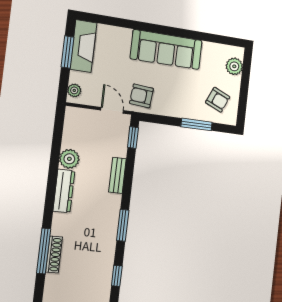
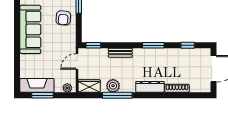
armchair: (141, 96) -> (63, 18), moved
wardrobe: (73, 123) -> (89, 86), added
dresser: (64, 191) -> (150, 87), moved
window: (44, 251) -> (117, 95), moved

